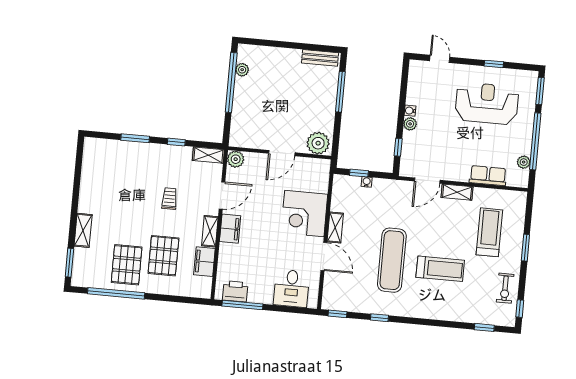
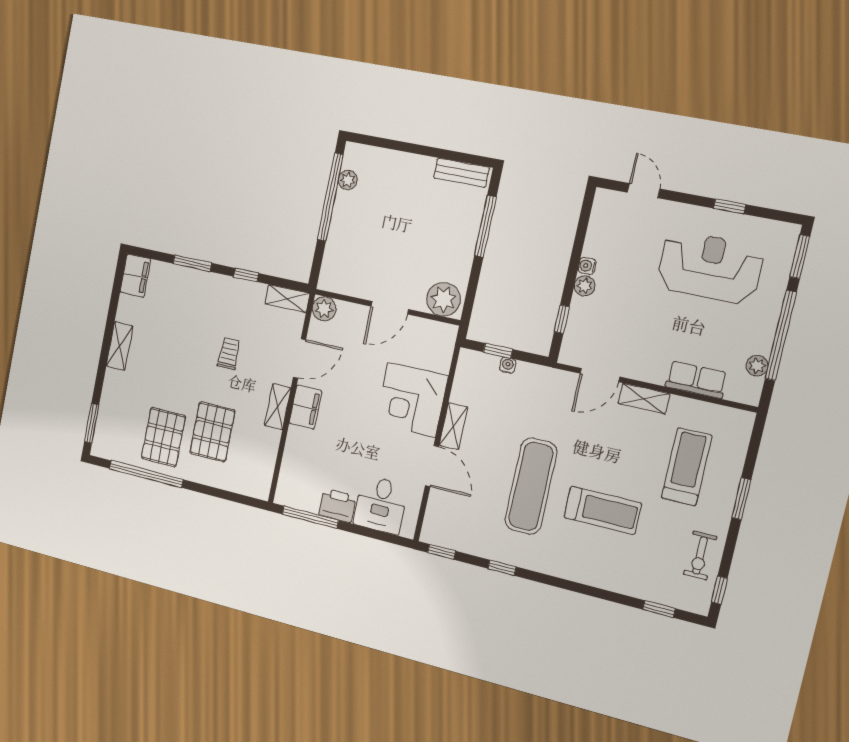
shelving: (83, 230) -> (120, 346), moved
filing cabinet: (204, 262) -> (135, 276), moved, turned 180
printer: (235, 291) -> (337, 505), moved

